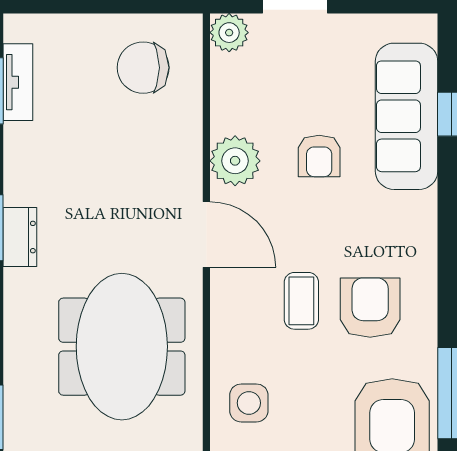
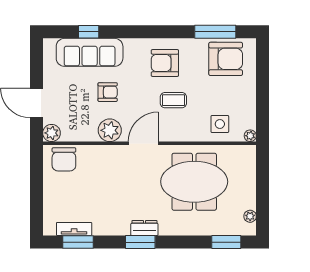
chair: (143, 68) -> (64, 159), moved
armchair: (370, 308) -> (165, 63), moved

